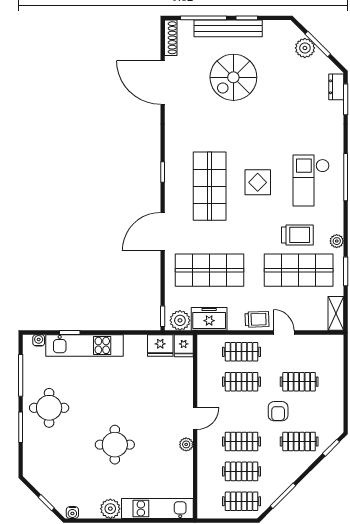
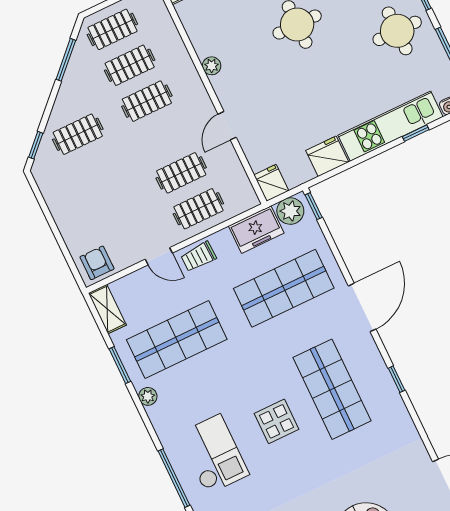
trolley: (297, 235) -> (199, 381), removed
fridge: (160, 346) -> (327, 156), moved
clothes rail: (299, 382) -> (112, 206), removed
armchair: (278, 411) -> (97, 263), moved
door: (195, 418) -> (227, 126), moved

